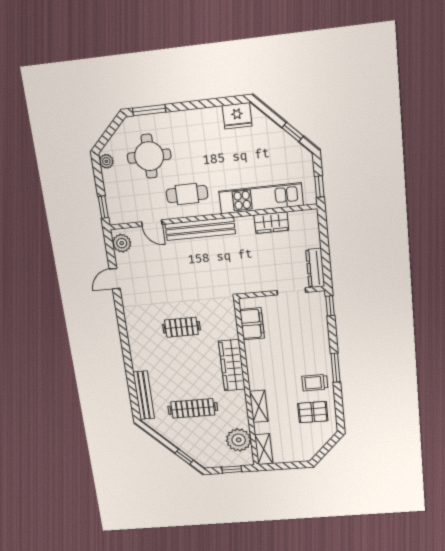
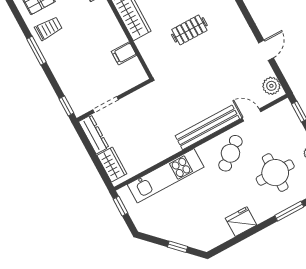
fridge: (237, 116) -> (241, 222), moved
window: (293, 132) -> (178, 247), moved
cafe table: (187, 194) -> (230, 153), turned -38
wardrobe: (271, 223) -> (112, 165), moved, turned 90
filing cabinet: (252, 324) -> (124, 53), width x0.50

